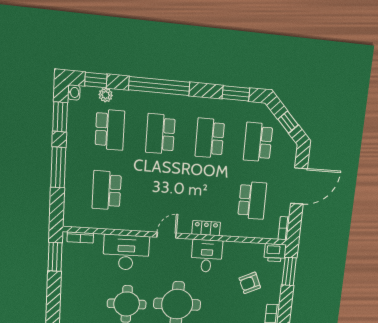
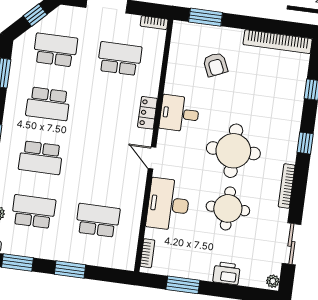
school desk: (258, 142) -> (55, 50), turned 180
window: (58, 167) -> (70, 270), width x0.69
school desk: (107, 190) -> (98, 220), turned 180
printer: (275, 253) -> (227, 273), moved, turned -90
window: (55, 257) -> (183, 285), moved

